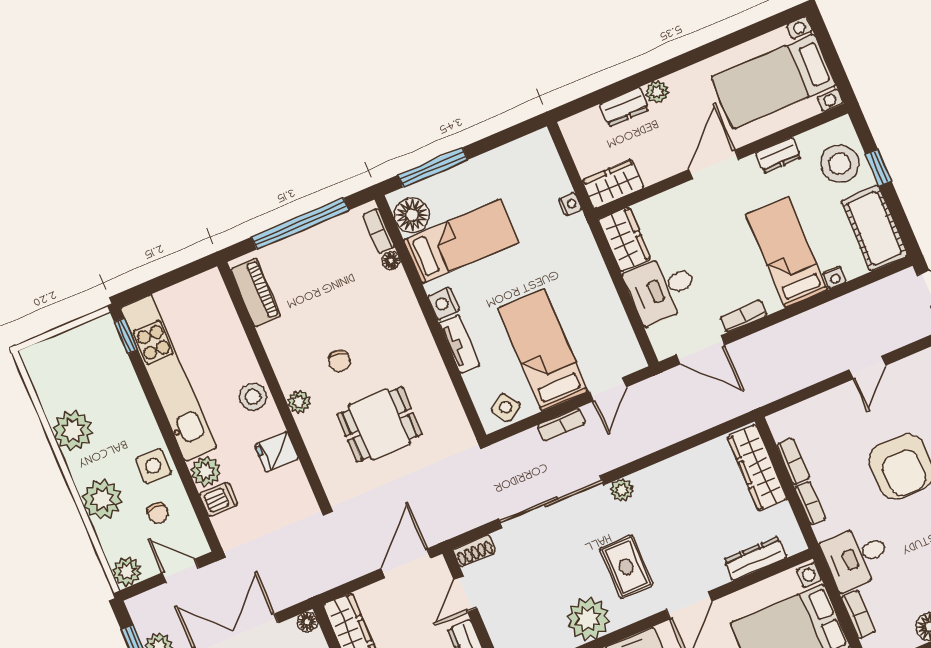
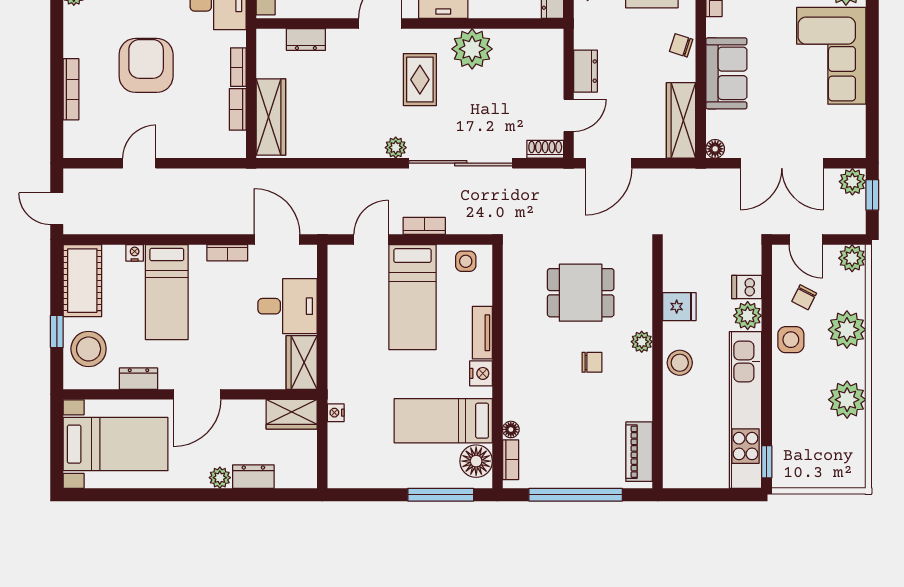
chair: (339, 361) -> (592, 362), turned 77
side table: (506, 407) -> (466, 261), turned 33
chair: (158, 513) -> (804, 297), turned -153
dresser: (755, 559) -> (306, 40), width x0.70

